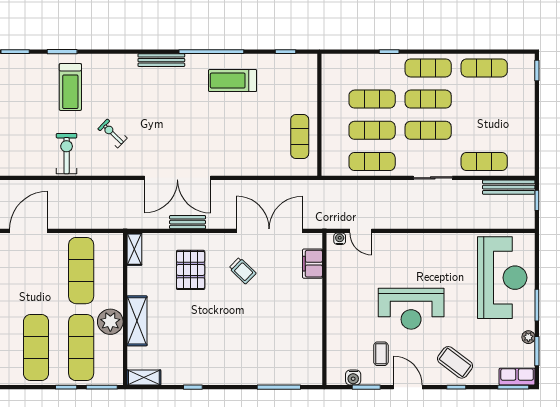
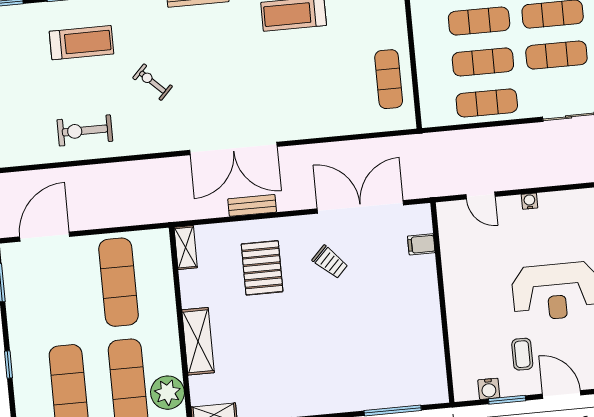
treadmill: (70, 87) -> (82, 43), turned -90
exercise bike: (112, 133) -> (153, 82), moved
exercise bike: (67, 154) -> (85, 130), turned -90
water cooler: (340, 239) -> (529, 201), moved
filing cabinet: (313, 264) -> (421, 244), width x0.50
plant: (110, 322) -> (168, 393), moved

